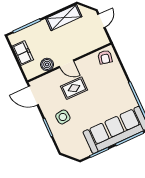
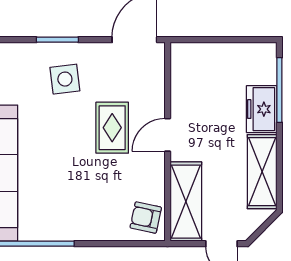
shelving: (91, 44) -> (186, 202), added
freezer: (23, 53) -> (262, 109), moved, turned 90
boiler: (47, 64) -> (184, 95), removed

